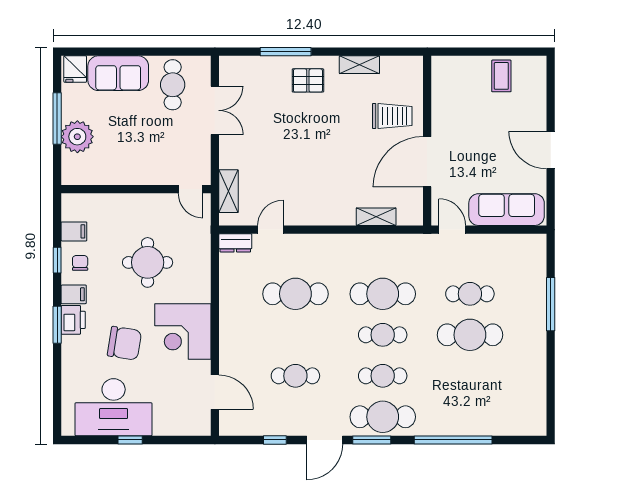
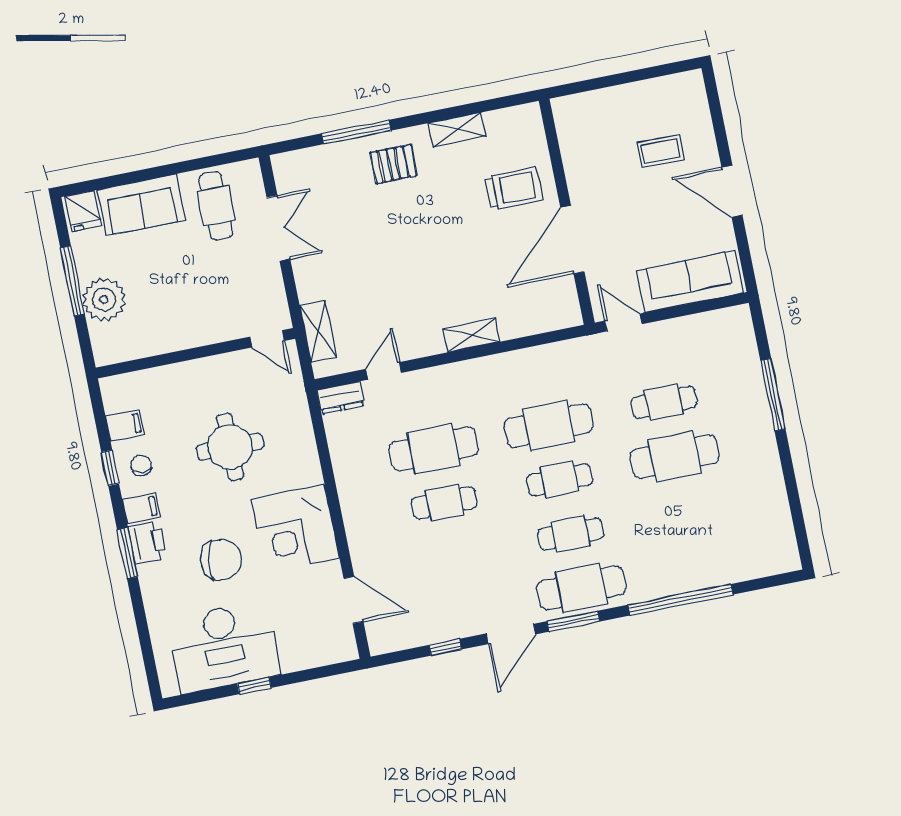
coffee table: (501, 76) -> (661, 151), moved, turned 90
shelving: (376, 217) -> (471, 335), moved
cafe table: (295, 376) -> (445, 503), moved

